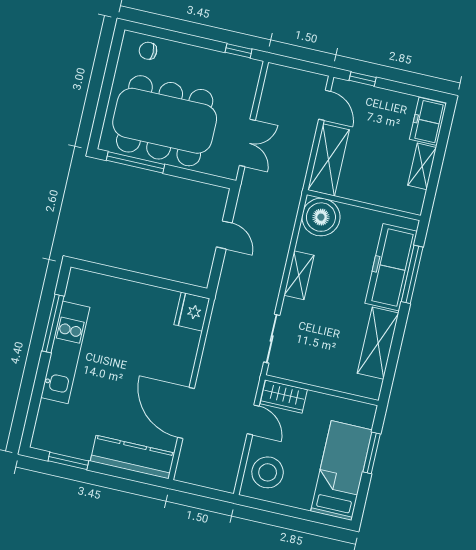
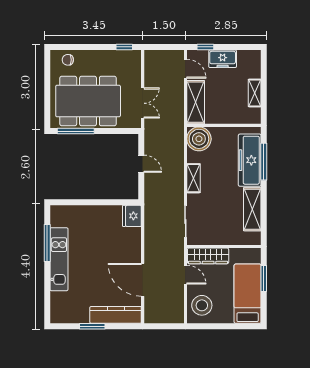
freezer: (428, 121) -> (223, 59), moved, turned -90
wardrobe: (284, 397) -> (208, 256), width x1.50
window: (68, 461) -> (92, 326), moved

